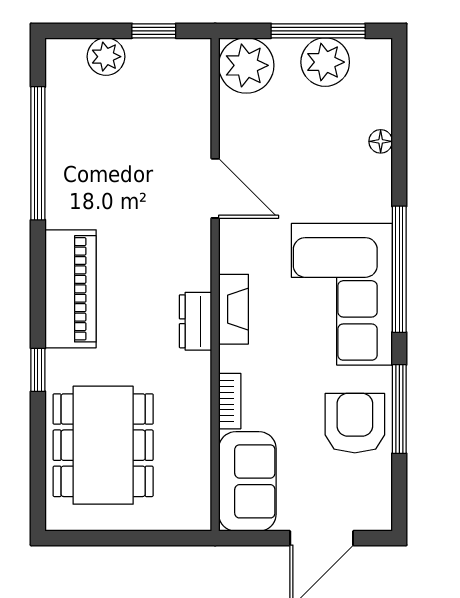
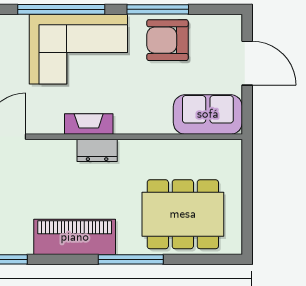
window: (38, 370) -> (131, 259), width x2.17
bookcase: (230, 401) -> (152, 127), removed

